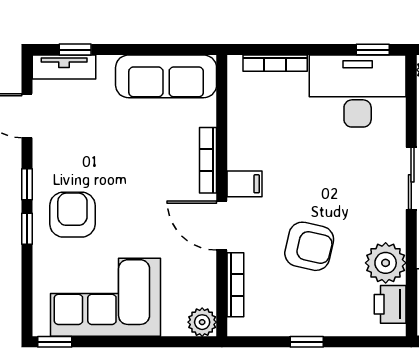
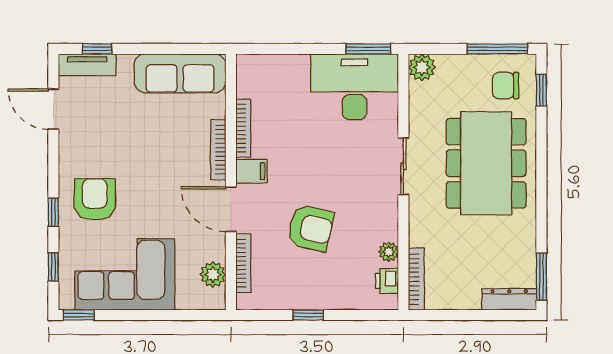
window: (373, 50) -> (368, 49), width x1.50
bookcase: (275, 63) -> (243, 128), moved, turned -90
window: (27, 184) -> (53, 267), moved
plant: (386, 263) -> (389, 252), width x0.53, depth x0.53
printer: (390, 304) -> (387, 281), width x0.73, depth x0.81
plant: (202, 322) -> (213, 275), moved

